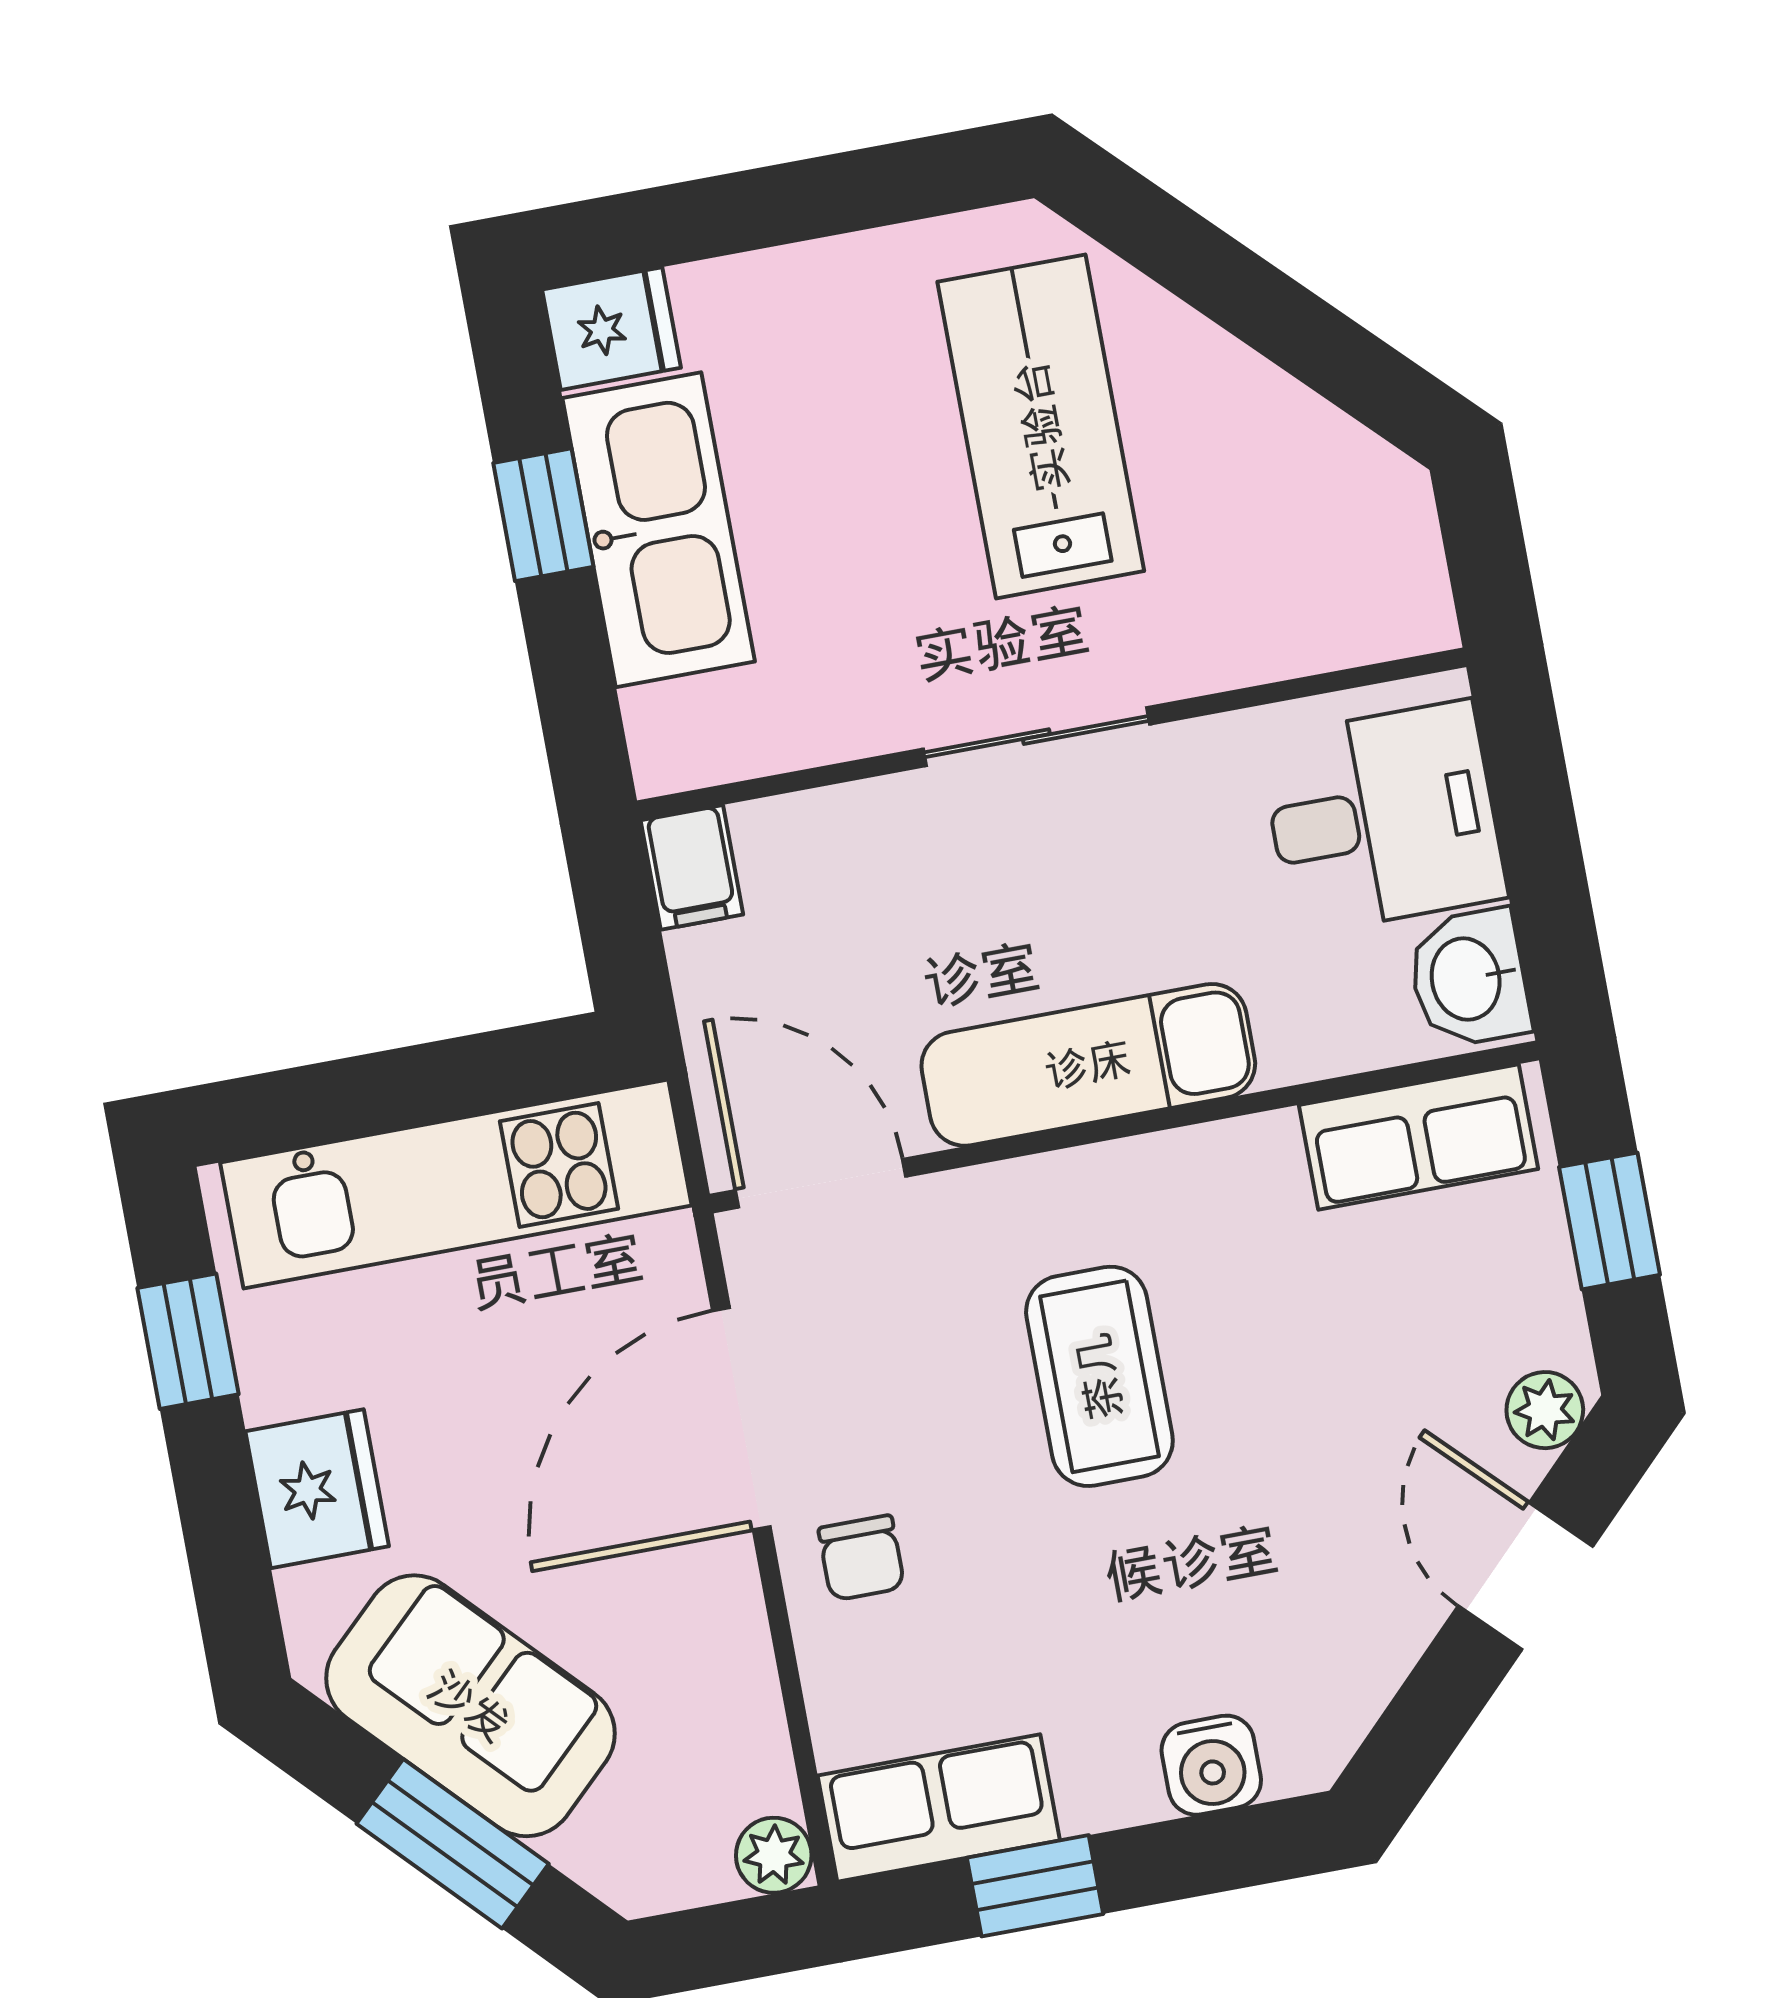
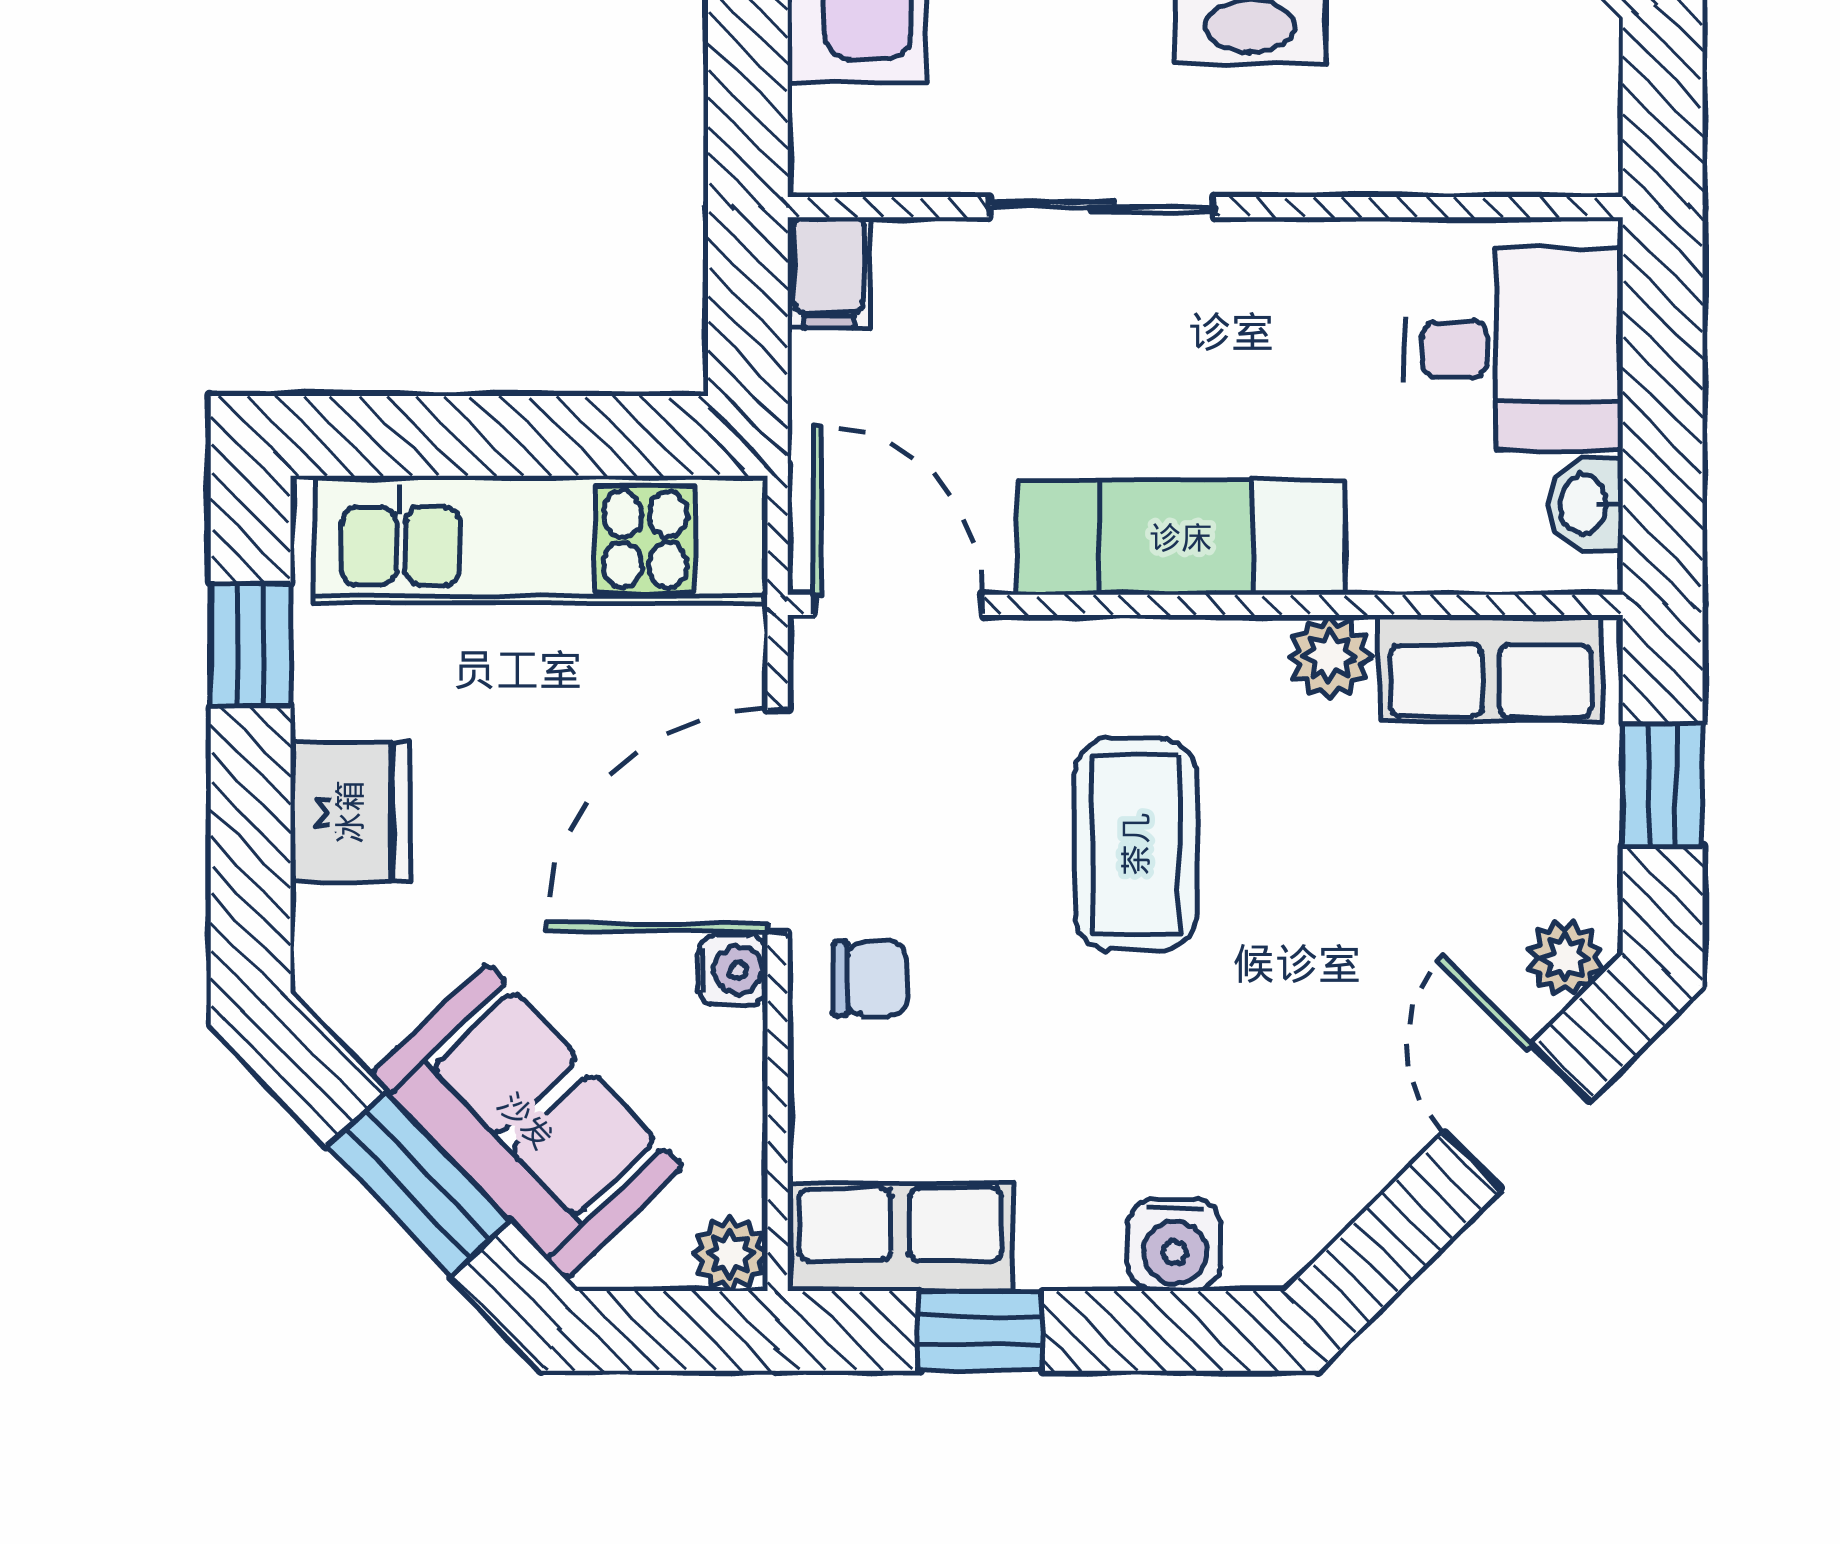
sliding door: (1036, 737) -> (1102, 207), moved
washbasin: (1469, 978) -> (1586, 504), width x0.72, depth x0.69
plant: (1257, 1156) -> (1330, 657), added
chair: (861, 1558) -> (870, 979), turned -90
water cooler: (724, 1574) -> (732, 970), added
sofa: (470, 1706) -> (526, 1121), moved

